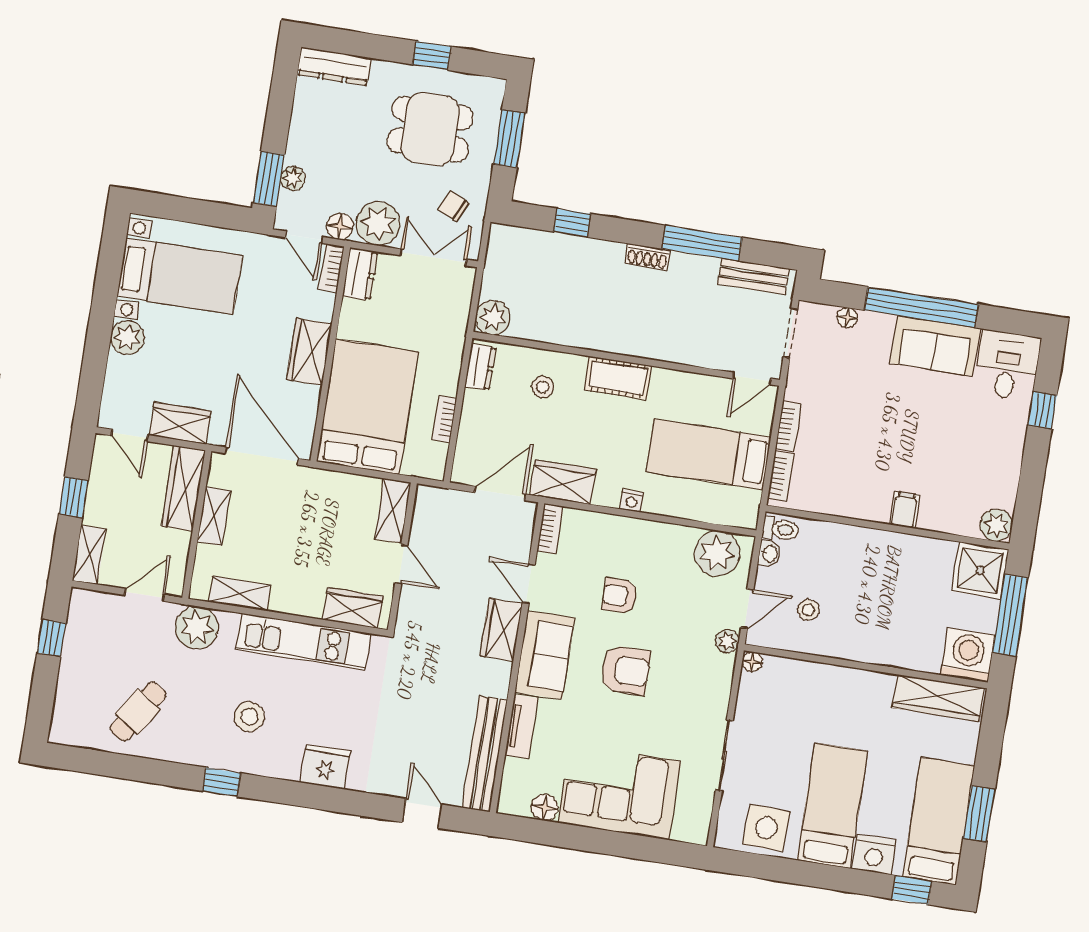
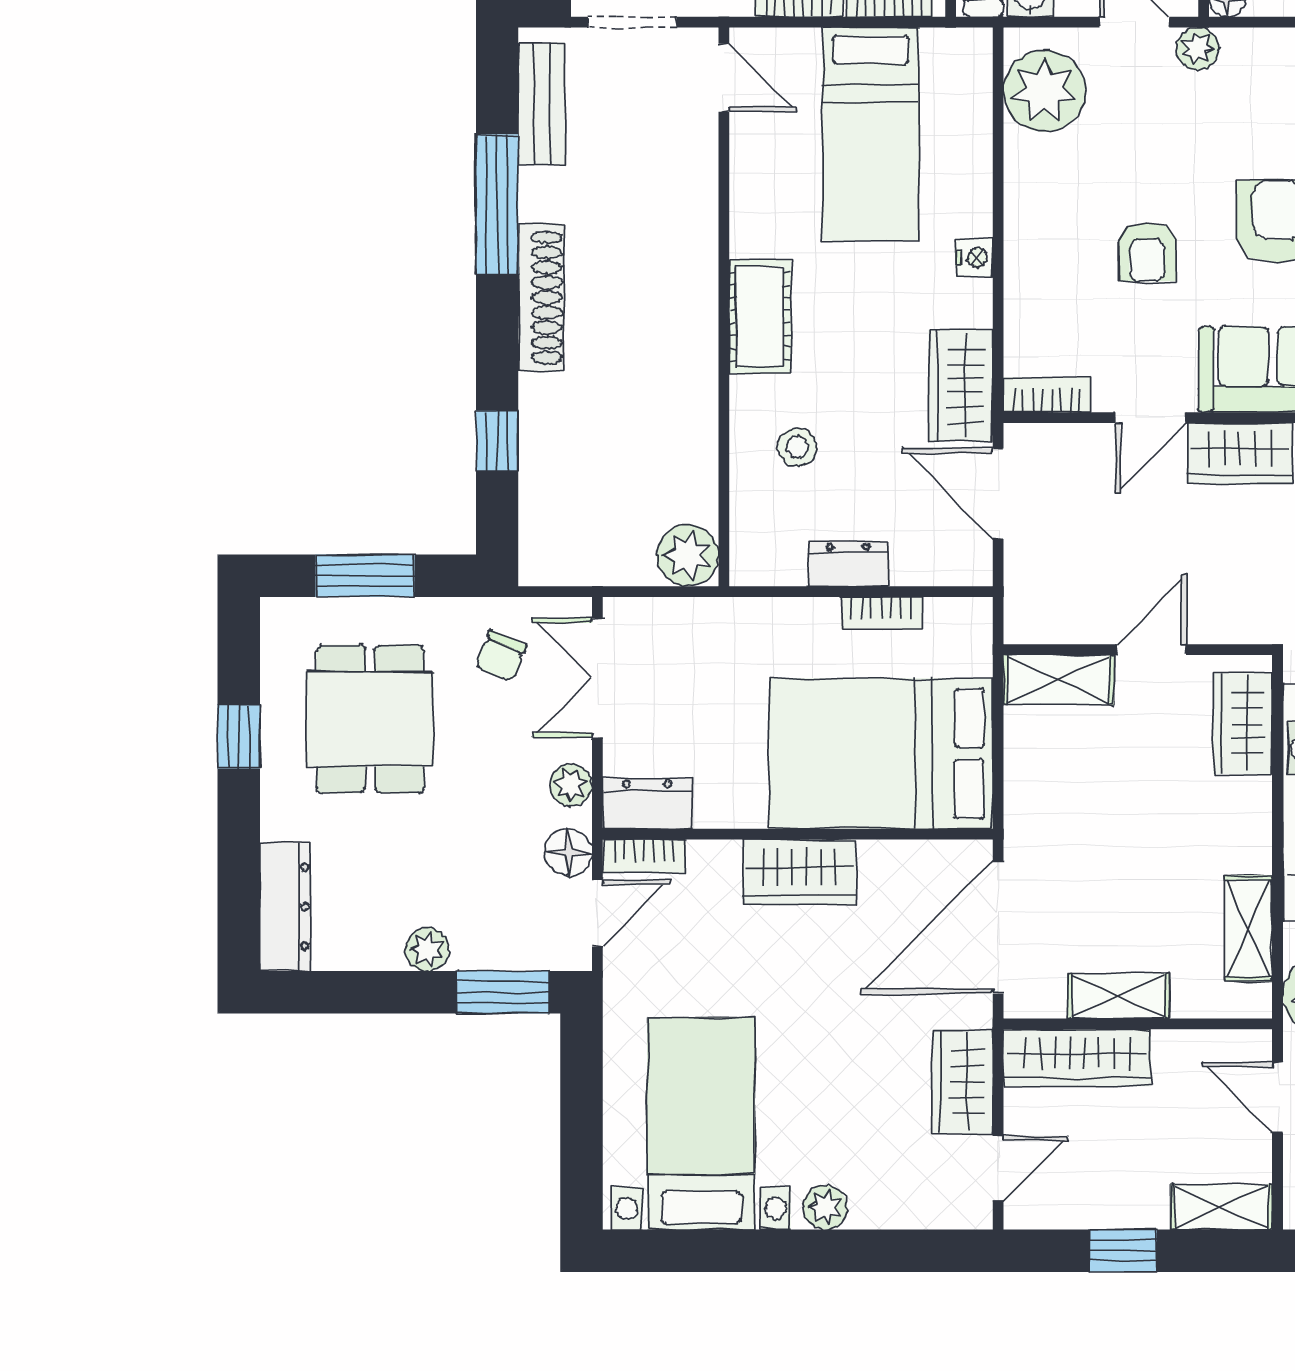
plant: (293, 178) -> (427, 949), moved
plant: (378, 224) -> (571, 785), width x0.53, depth x0.53
shoe rack: (647, 257) -> (541, 298), width x1.94, depth x1.24
plant: (127, 338) -> (825, 1208), width x0.73, depth x0.73
dresser: (480, 367) -> (848, 564), moved

